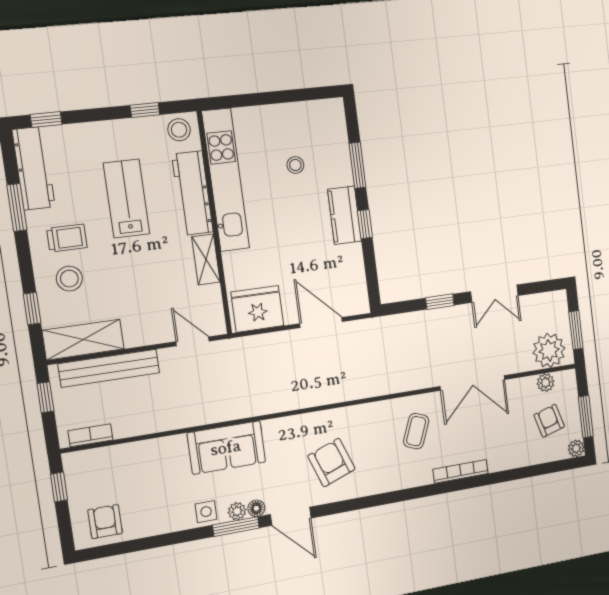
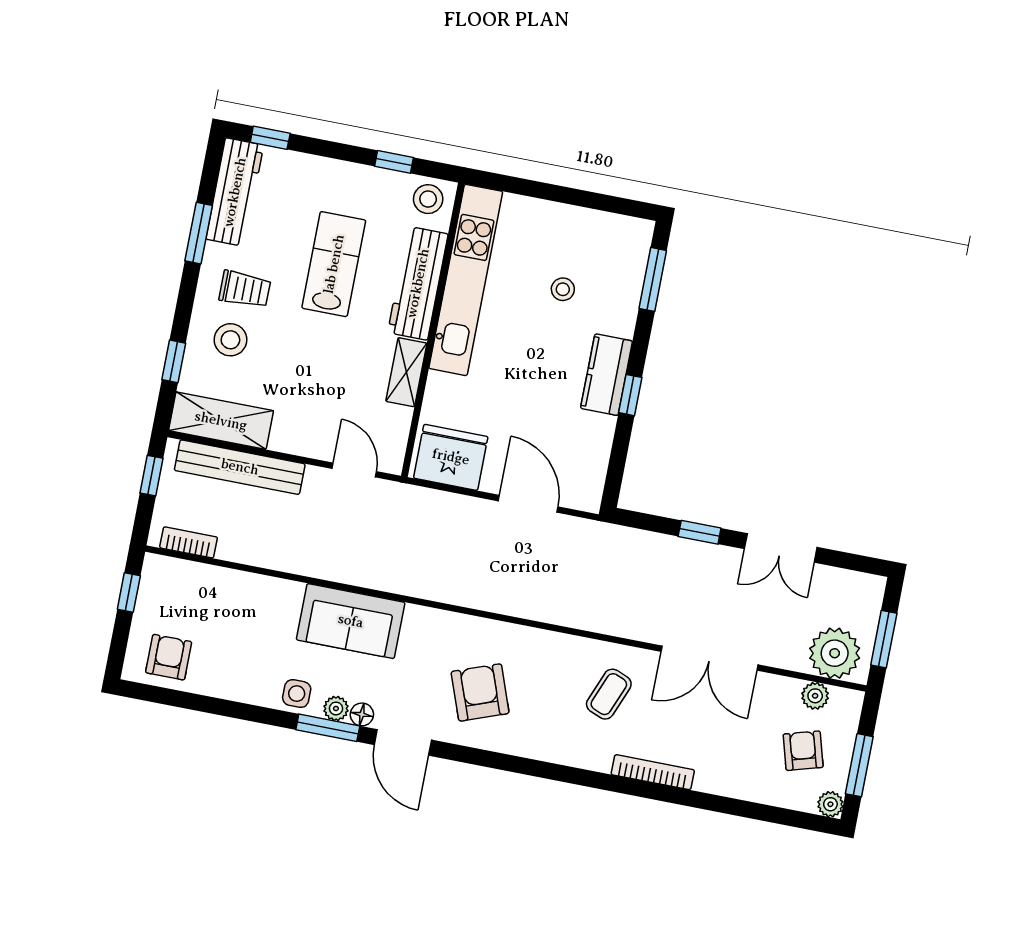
window: (357, 165) -> (653, 279), moved

